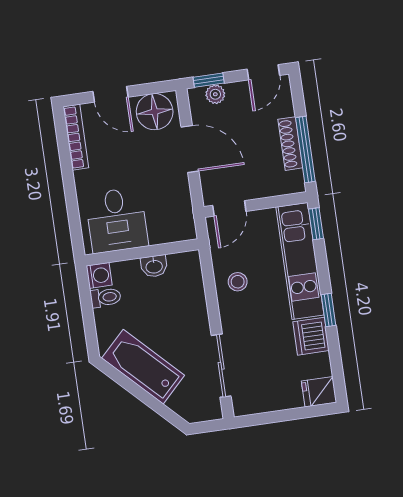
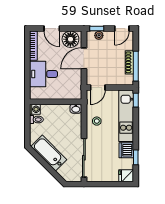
door: (190, 149) -> (84, 58), swing flipped
desk: (117, 220) -> (44, 74), moved, turned 90
washbasin: (154, 266) -> (76, 109), moved
window: (328, 310) -> (136, 157), moved
sliding door: (221, 366) -> (84, 158), width x1.37

